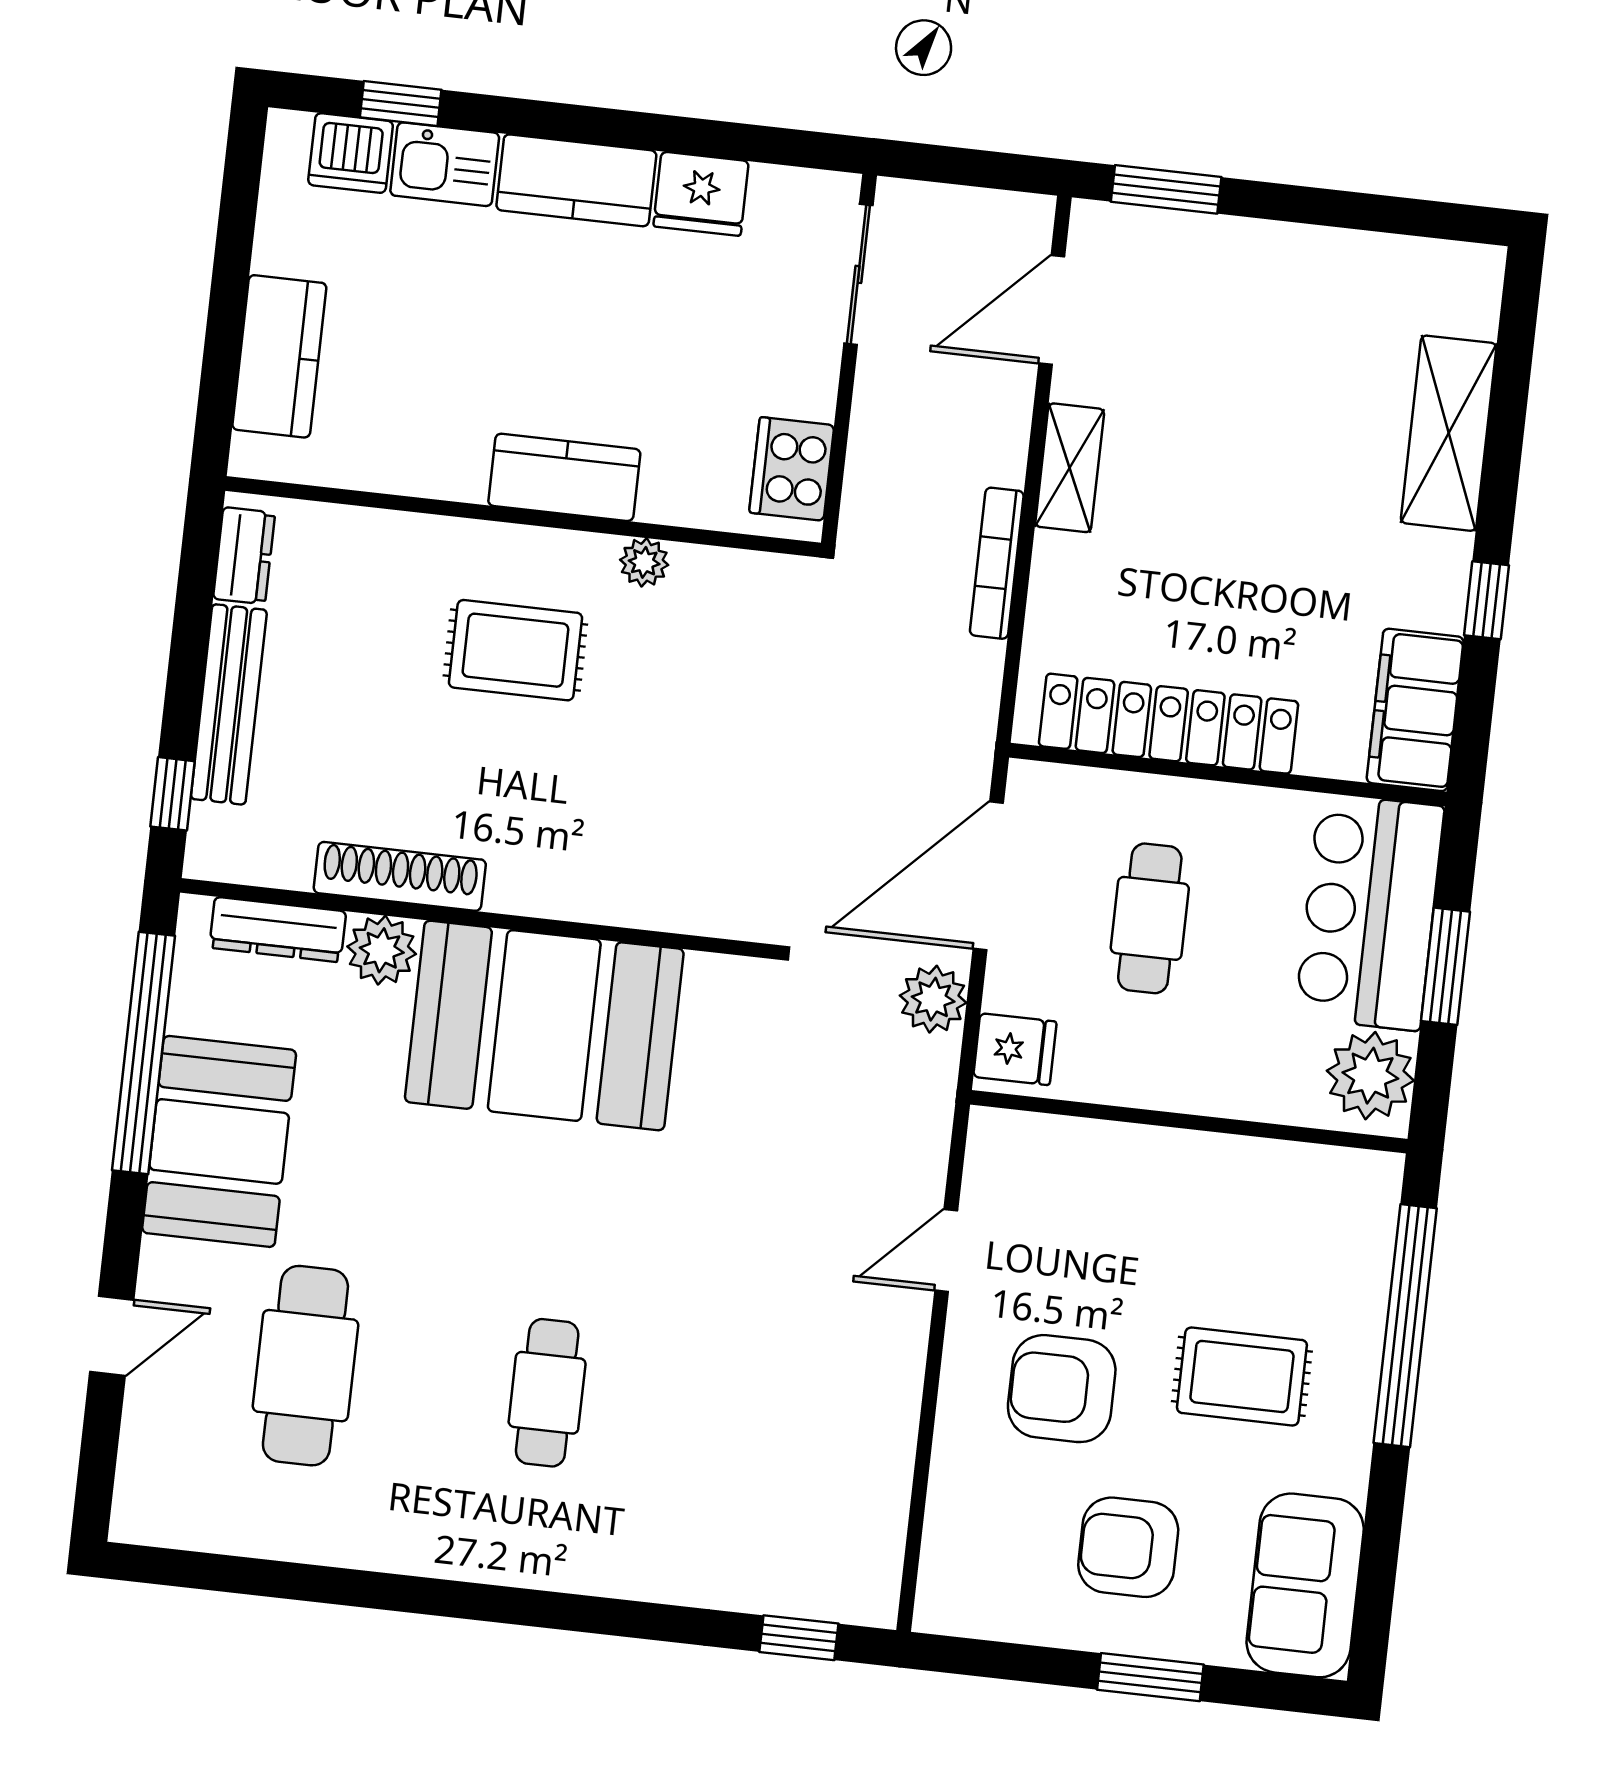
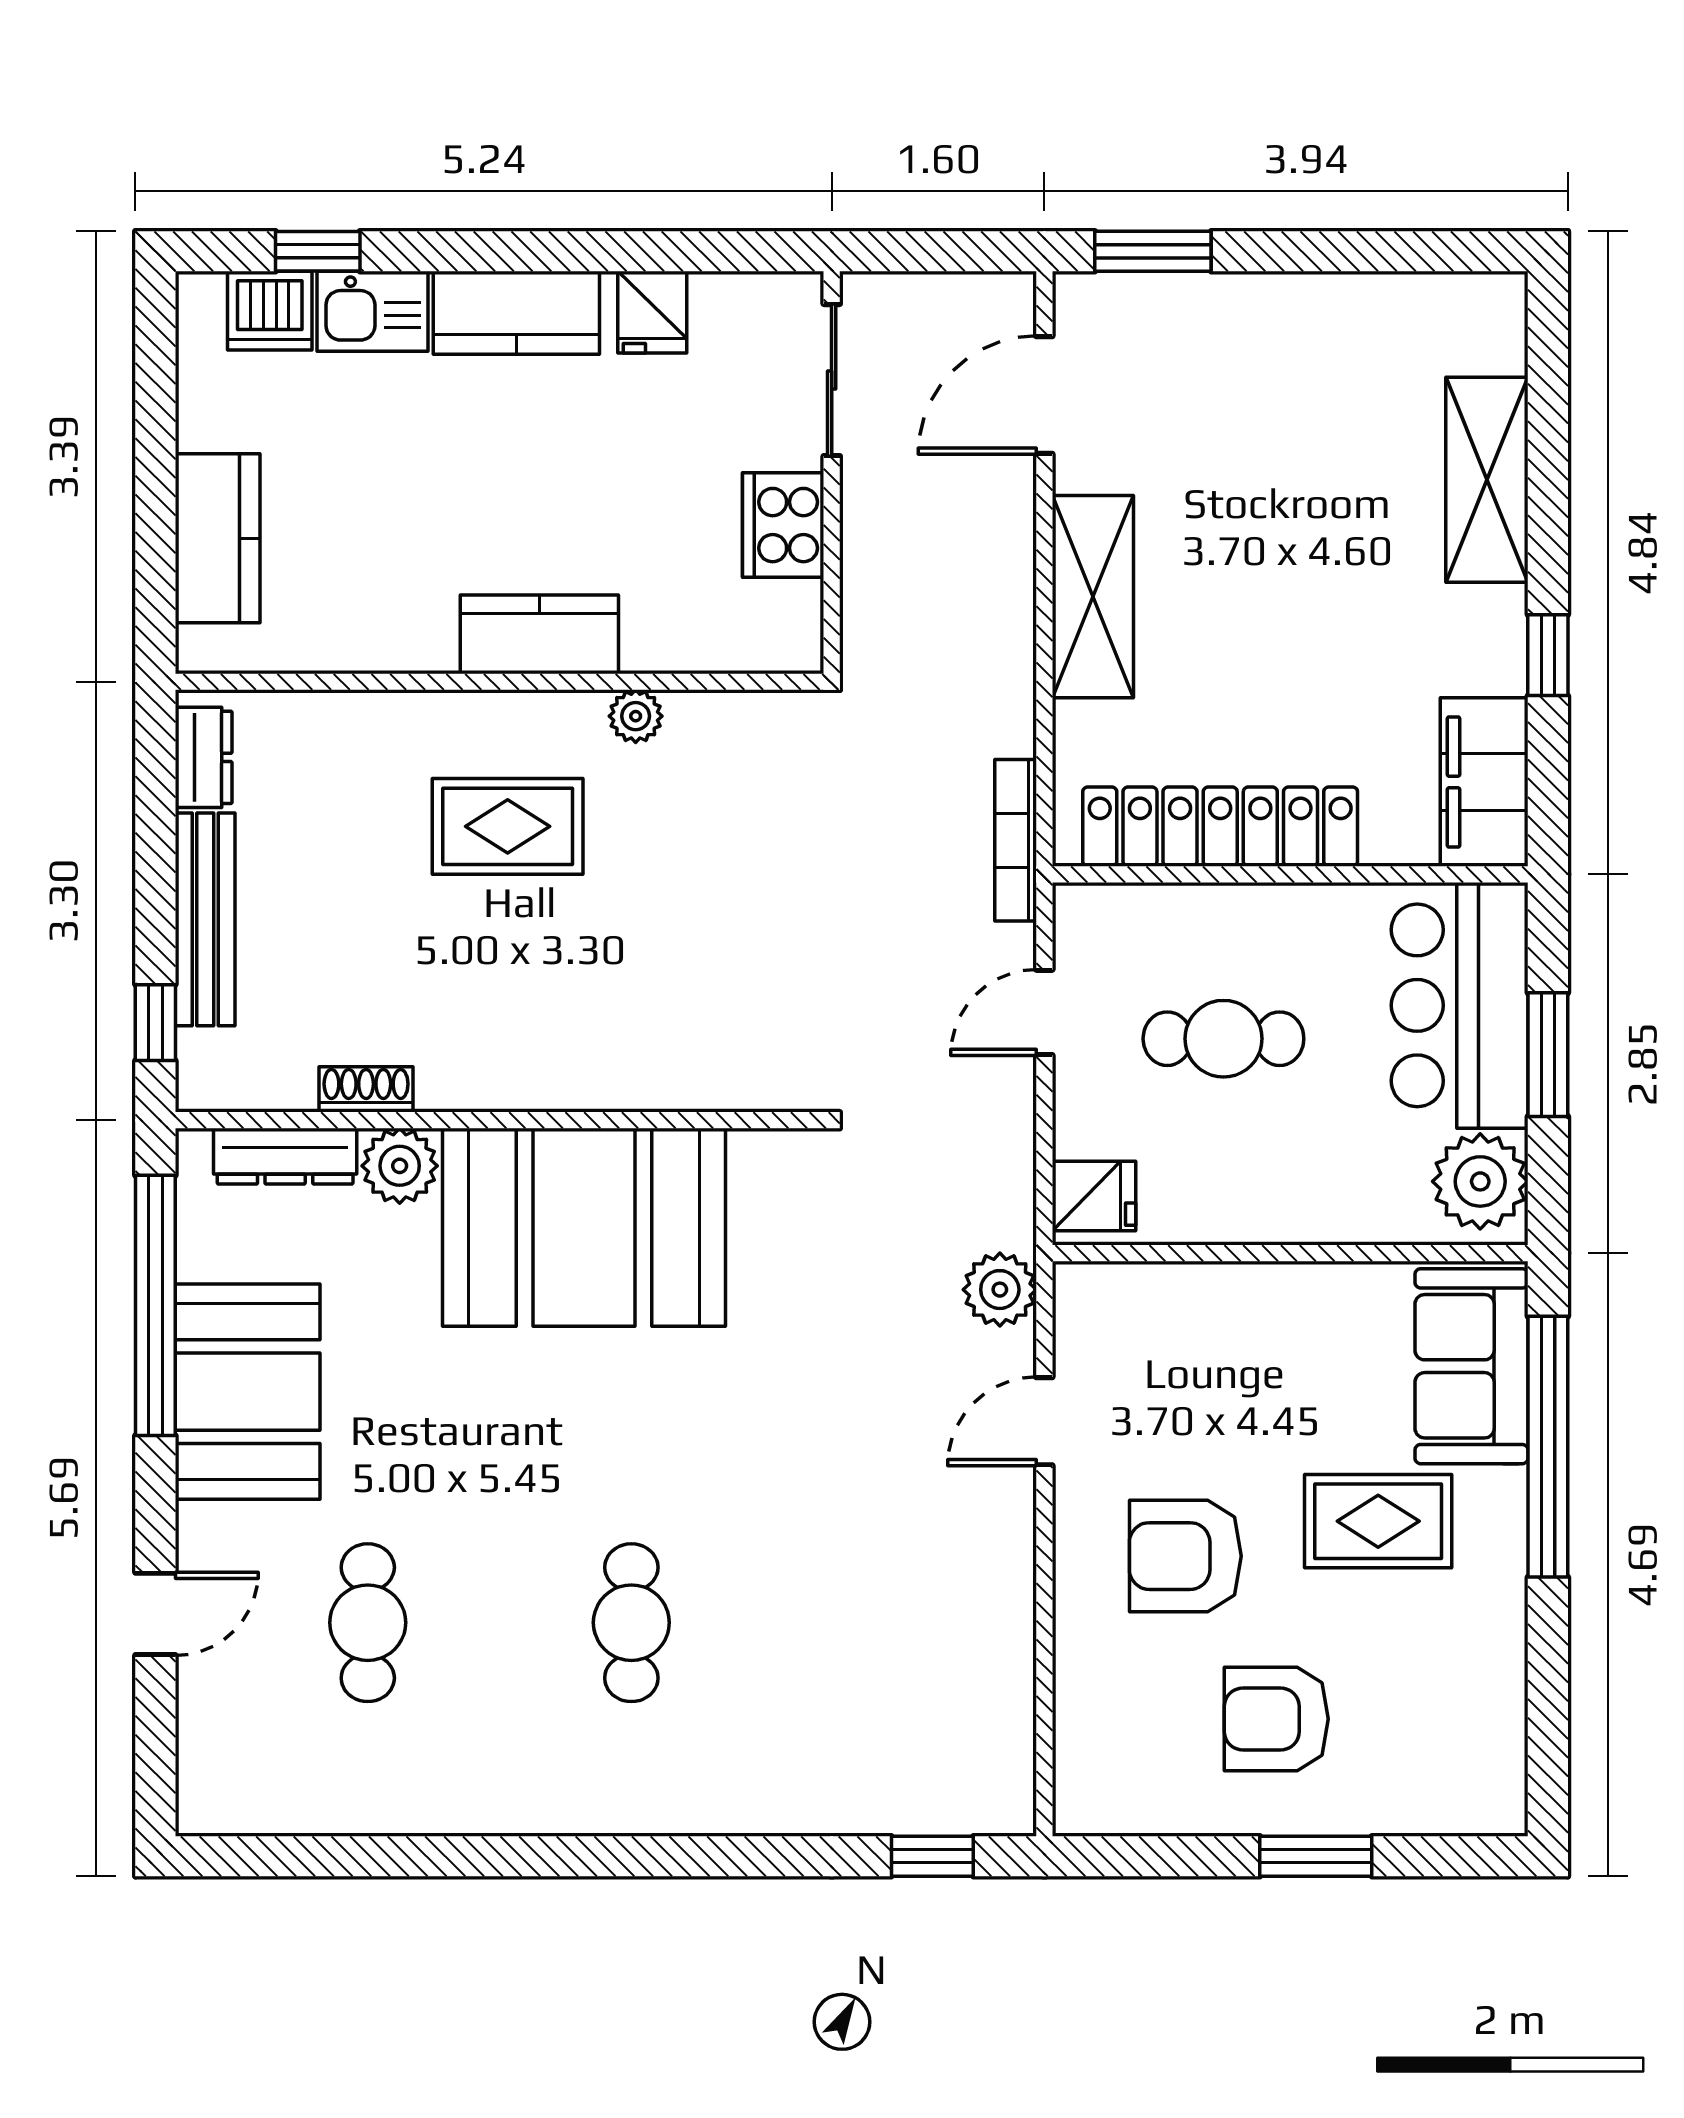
fridge: (701, 194) -> (652, 312), width x0.72
shelving: (1070, 468) -> (1093, 597), width x1.50, depth x1.33
cooker: (792, 469) -> (783, 525), moved
bookcase: (997, 563) -> (1016, 840), moved
shoe rack: (400, 876) -> (366, 1089), width x0.51, depth x0.81
door: (988, 876) -> (1044, 1012), width x0.53
cafe table: (1150, 918) -> (1223, 1039), turned 90
plant: (933, 999) -> (1000, 1290), moved
cafe table: (305, 1366) -> (368, 1623), width x0.73, depth x0.74
sofa: (1305, 1585) -> (1471, 1366), moved

